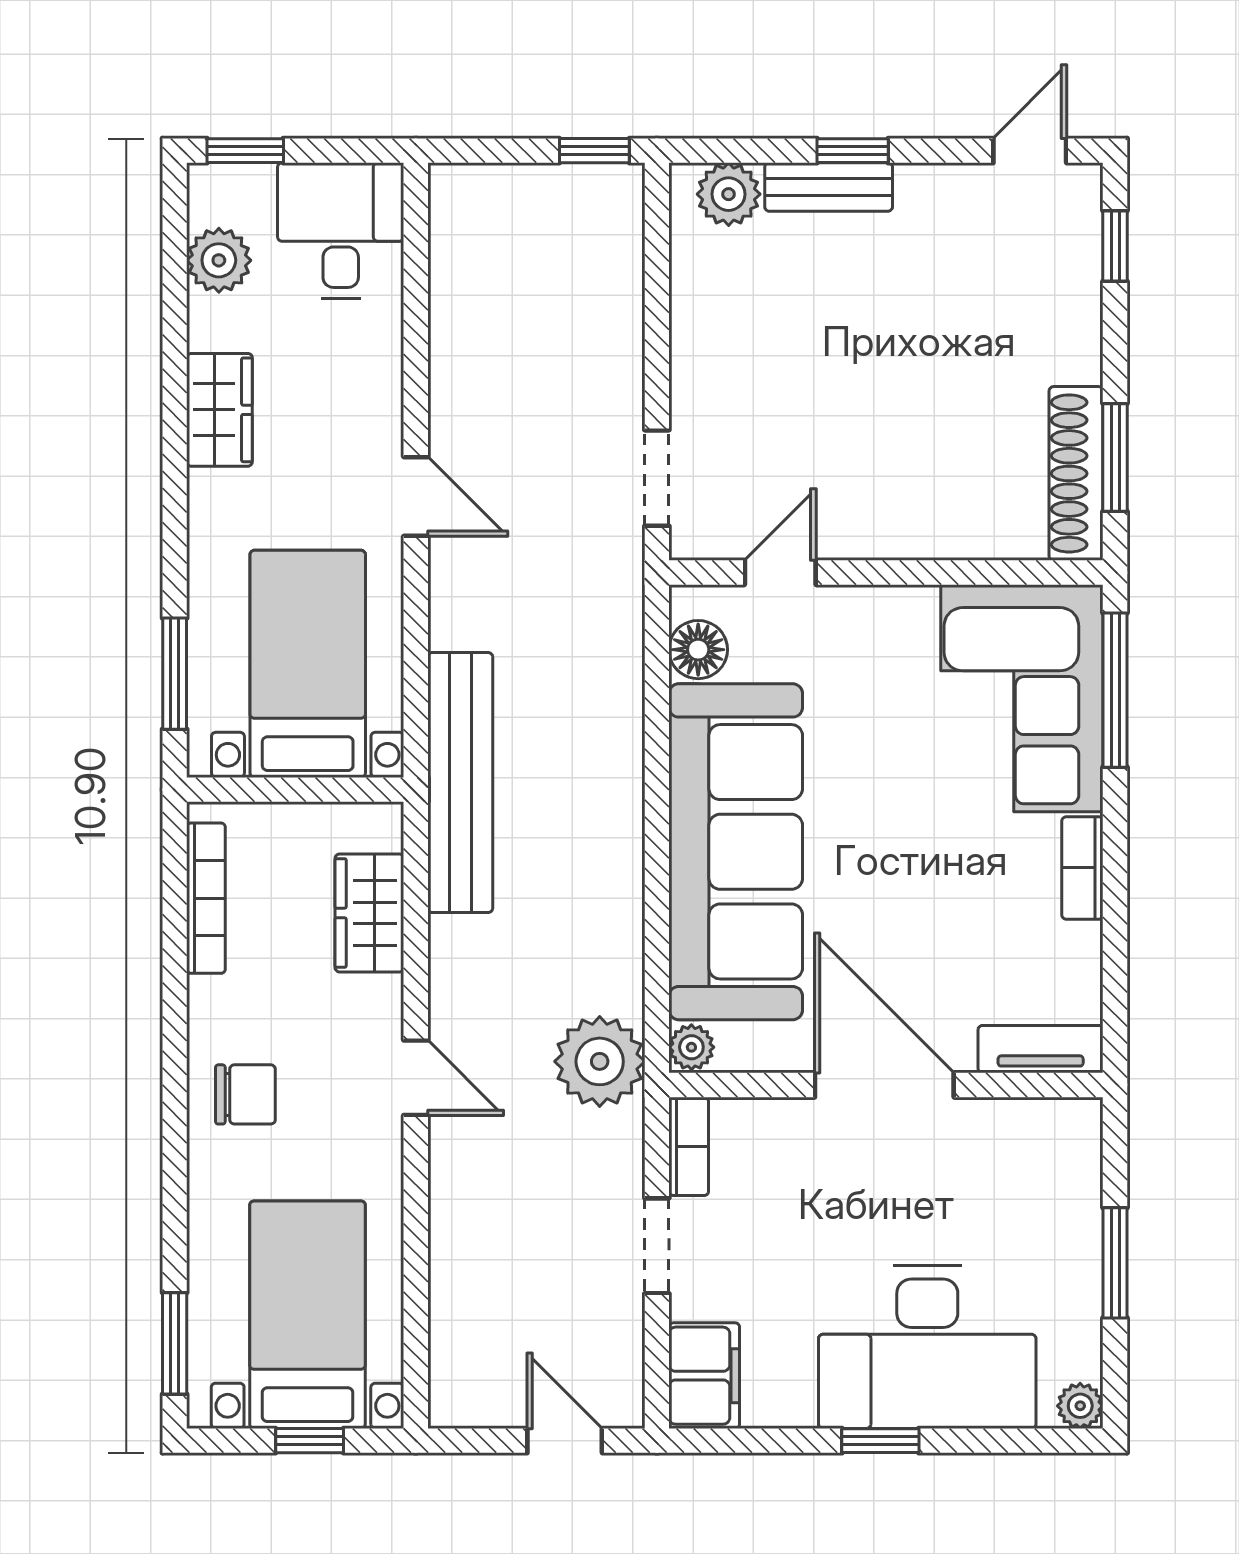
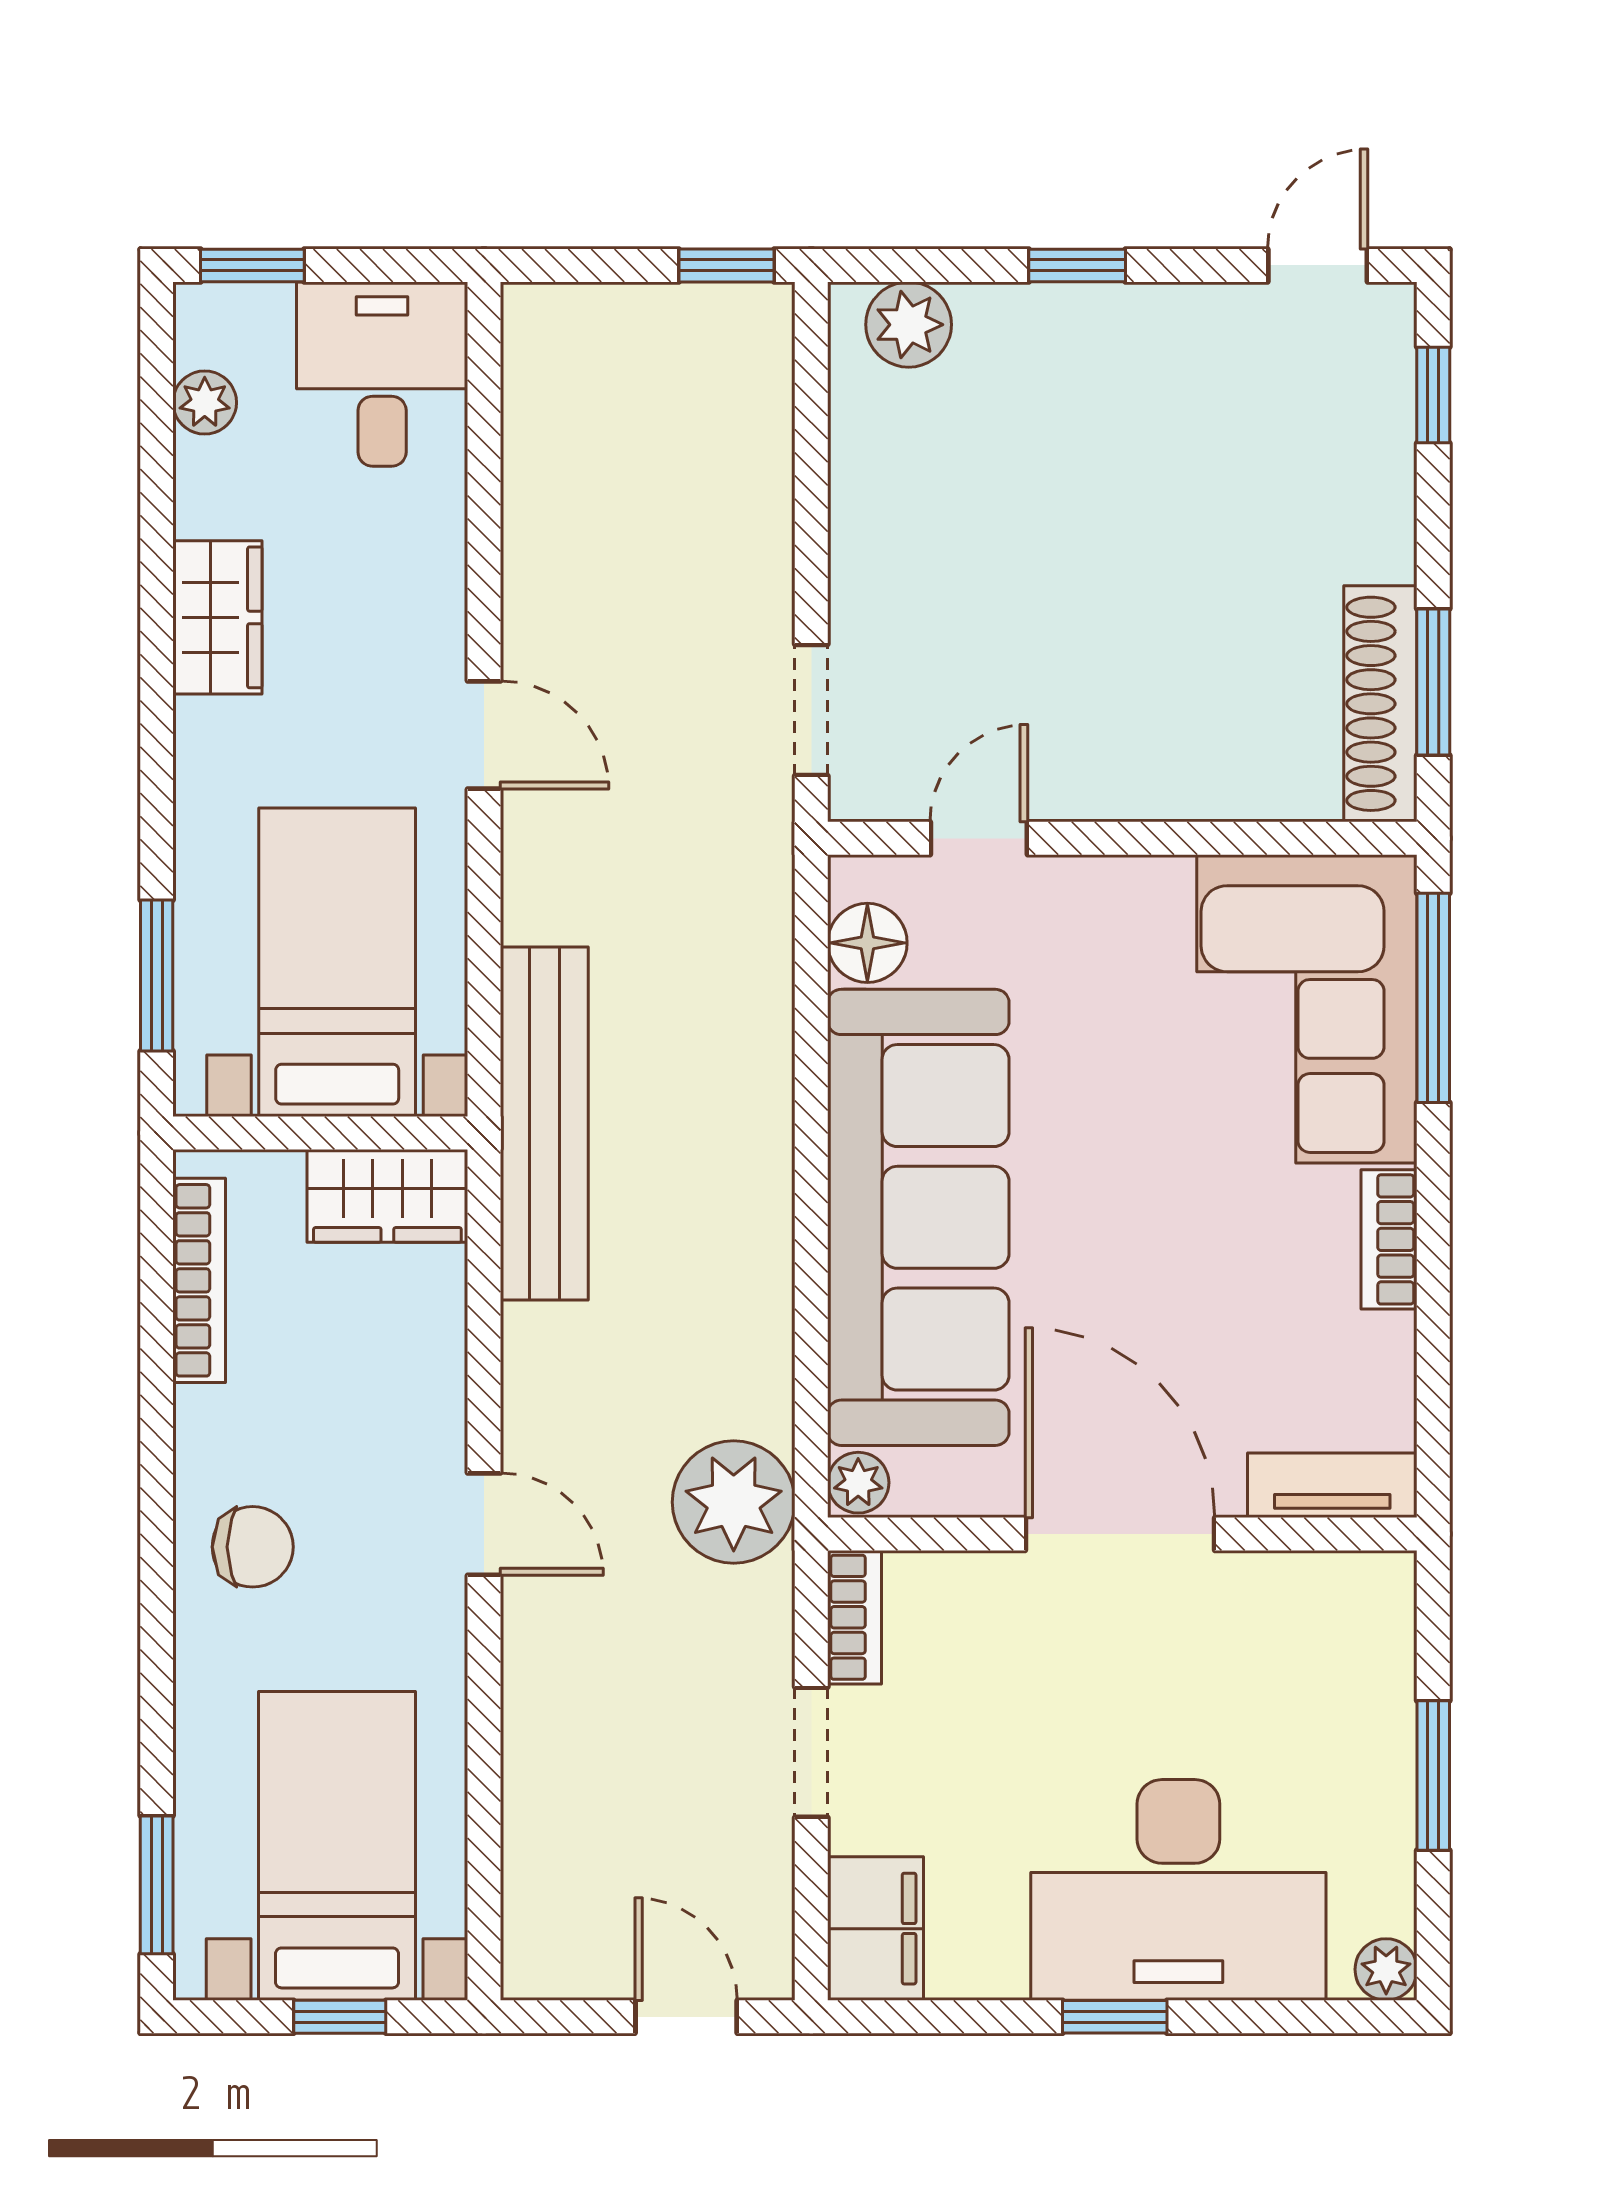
bench: (829, 187) -> (1044, 315), removed
plant: (219, 260) -> (205, 403), width x0.73, depth x0.73
wardrobe: (369, 913) -> (387, 1196), moved, turned -90

